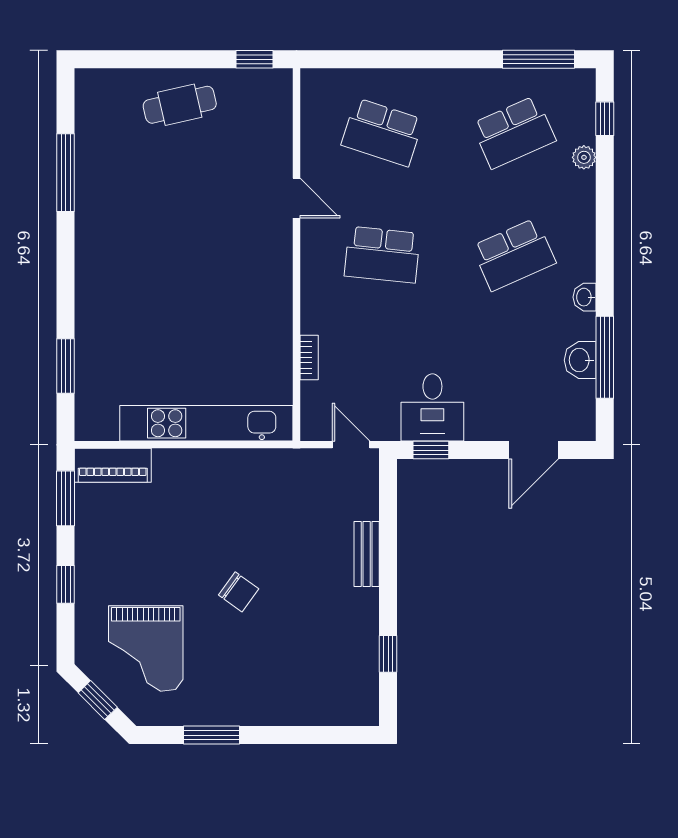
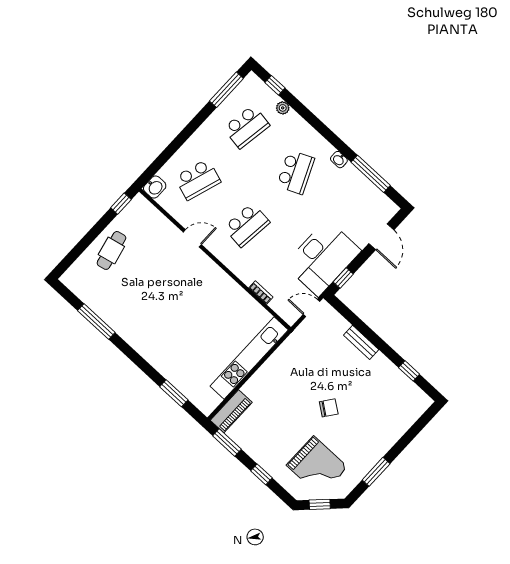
school desk: (514, 132) -> (247, 127), turned 33
washbasin: (580, 360) -> (155, 187), moved, turned -90
desk: (432, 407) -> (323, 258), width x1.87, depth x1.30

